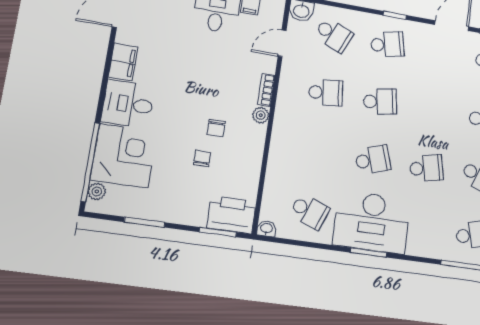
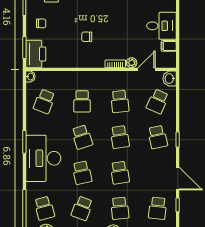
door: (282, 43) -> (146, 69), hinge flipped
school desk: (433, 110) -> (120, 173), added
plant: (261, 115) -> (132, 63), moved
school desk: (318, 151) -> (82, 101), added
chair: (202, 158) -> (41, 23), moved
desk: (372, 222) -> (43, 158), moved

